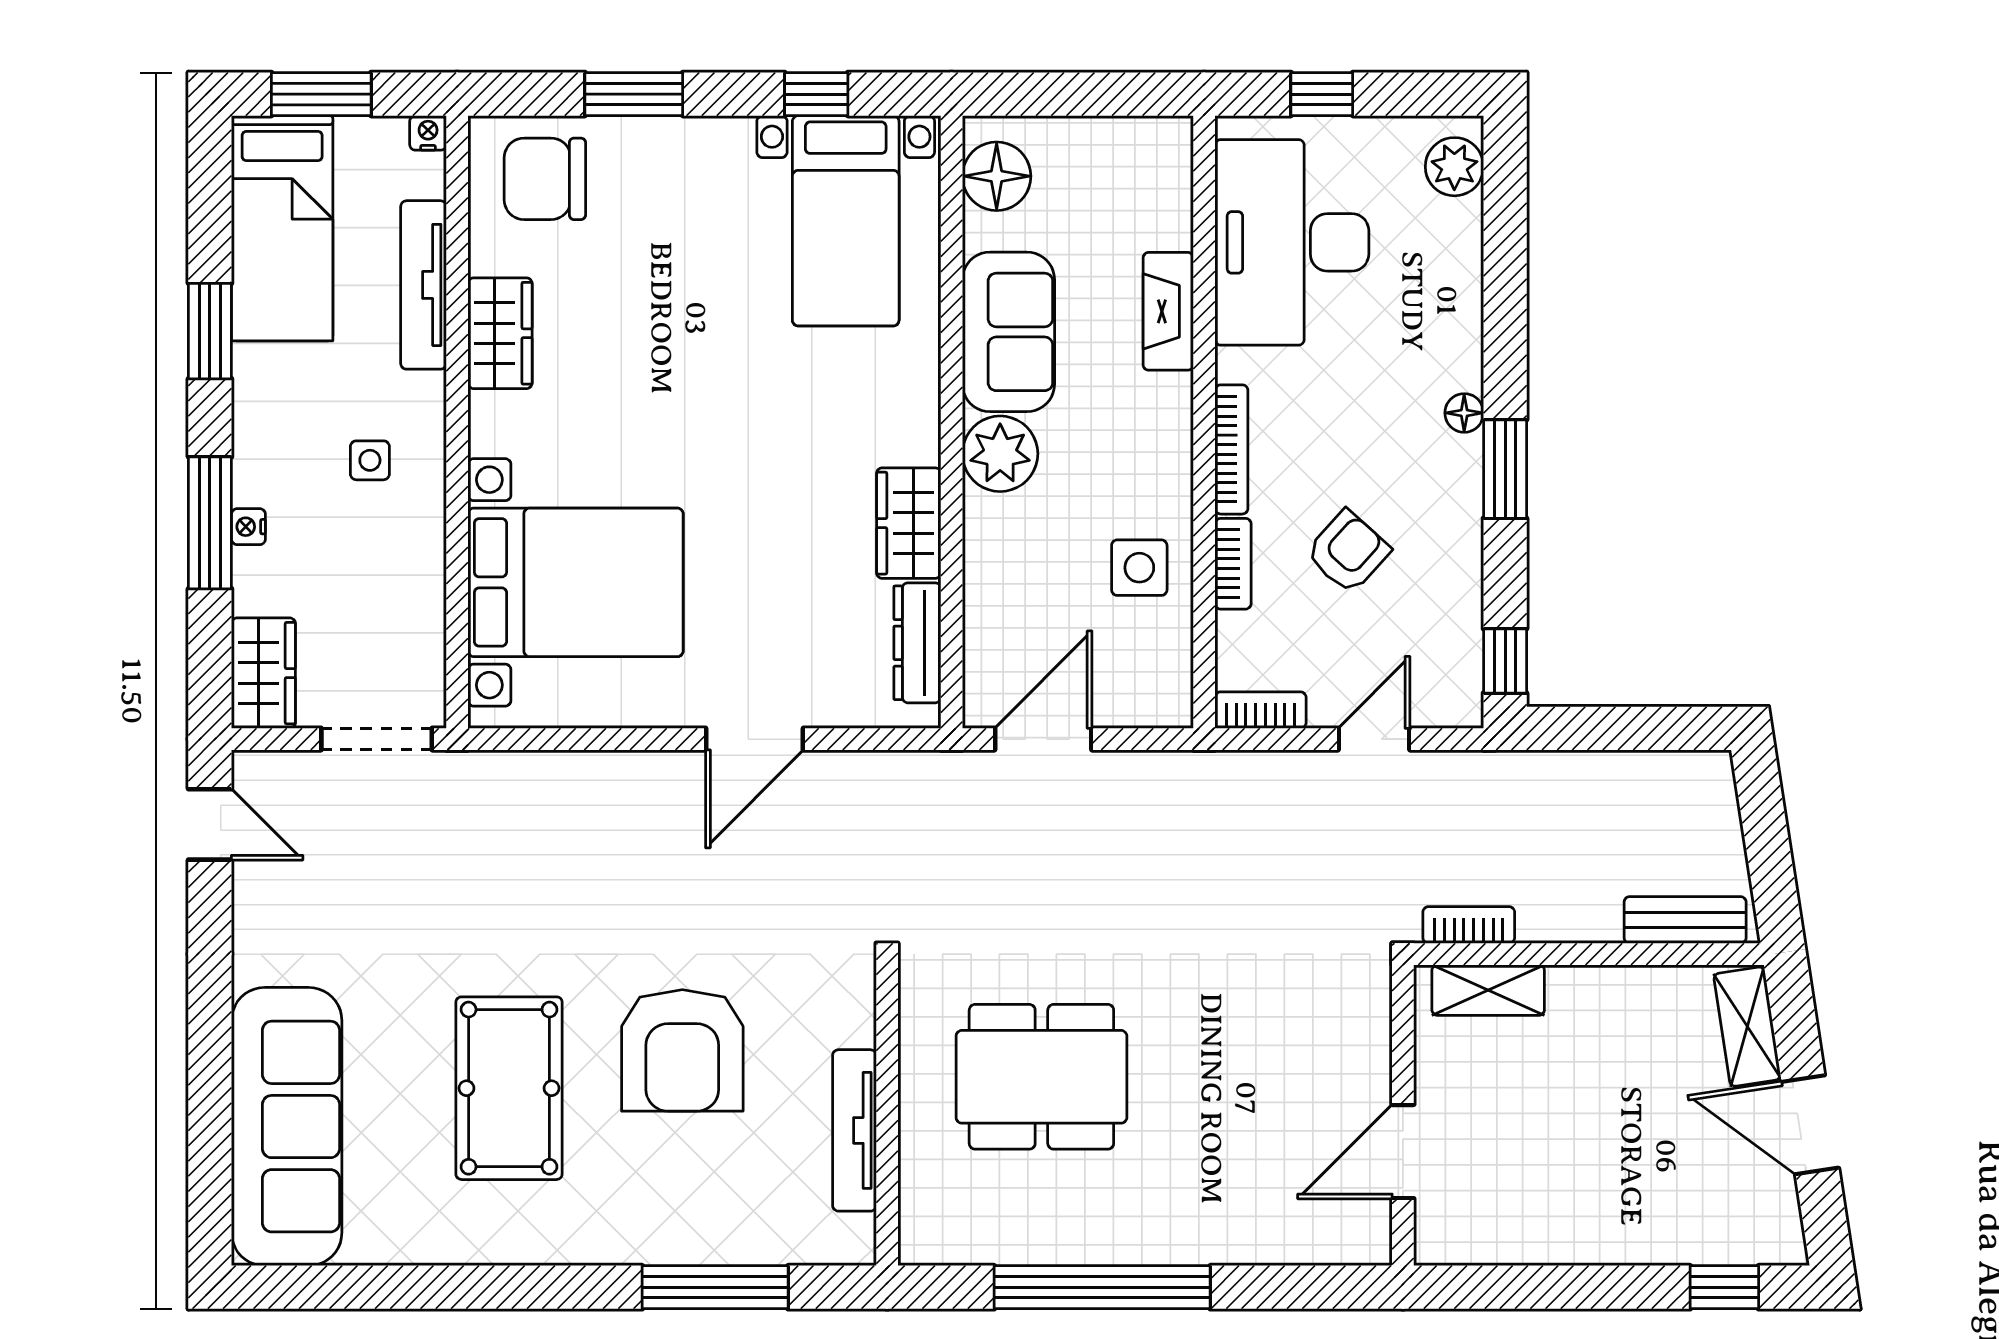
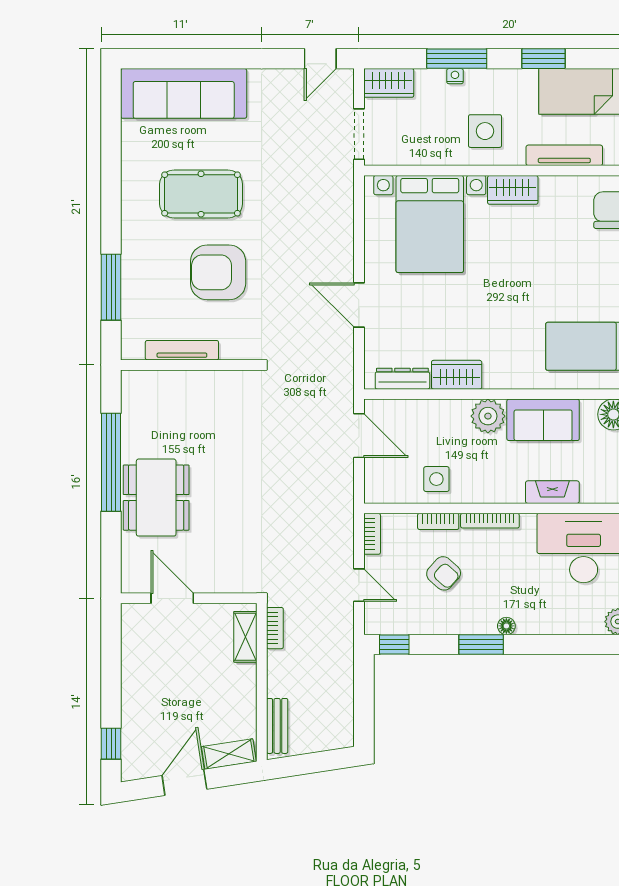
wardrobe: (500, 333) -> (513, 190), moved
side table: (370, 460) -> (485, 131), width x1.87, depth x1.87
dining table: (1041, 1077) -> (156, 498), moved

